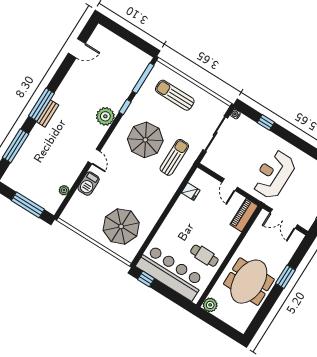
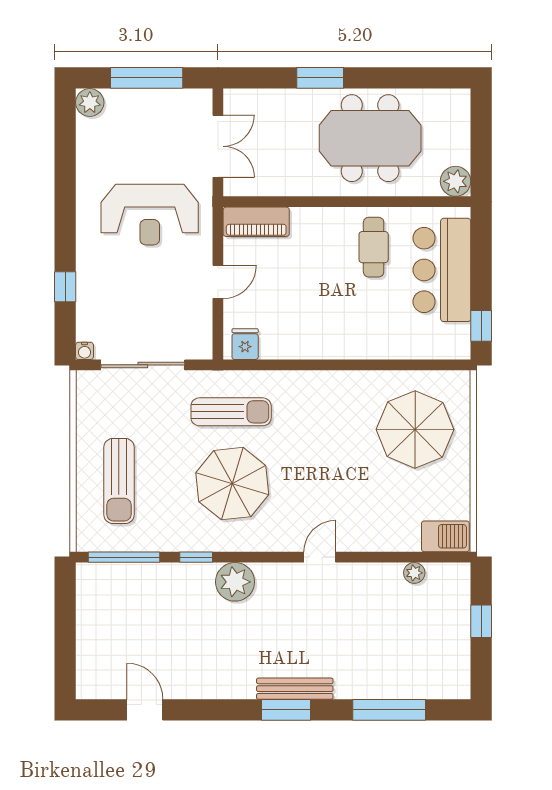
window: (41, 105) -> (286, 710), width x0.69
bench: (48, 113) -> (295, 689), width x1.36
sun lounger: (174, 157) -> (231, 412), turned 180
barbecue: (89, 184) -> (445, 536), moved
fridge: (191, 191) -> (245, 344), moved
window: (28, 205) -> (481, 621), width x0.46
bar counter: (171, 273) -> (442, 270), width x0.73

